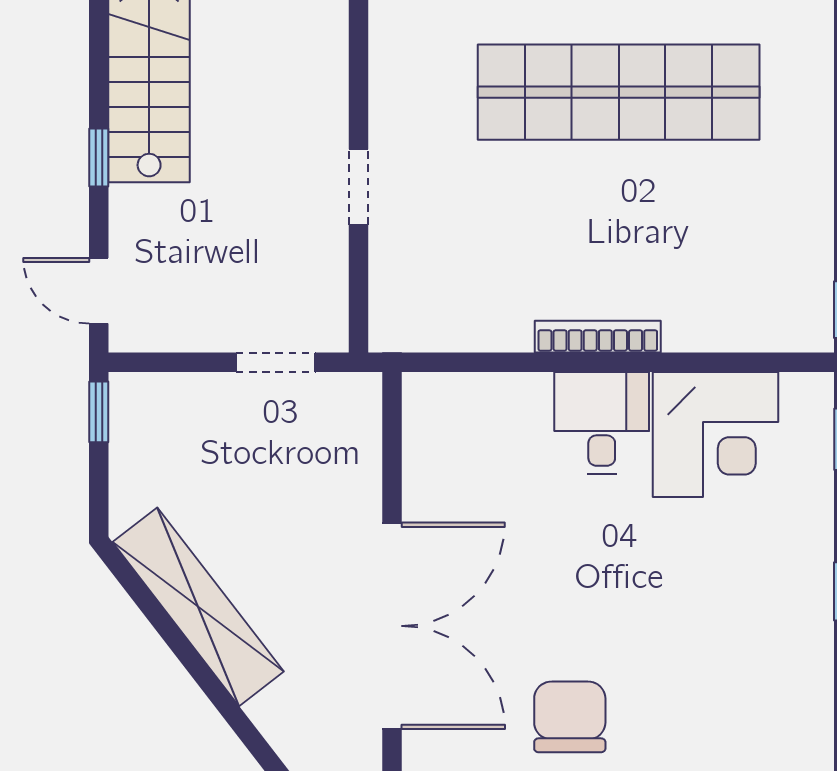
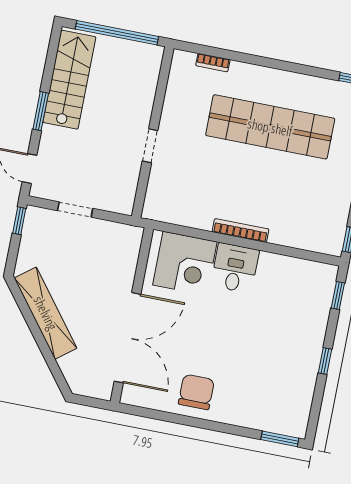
window: (99, 157) -> (41, 111), width x1.50
doorway: (275, 362) -> (75, 210), moved
corner desk: (715, 435) -> (185, 263), moved

